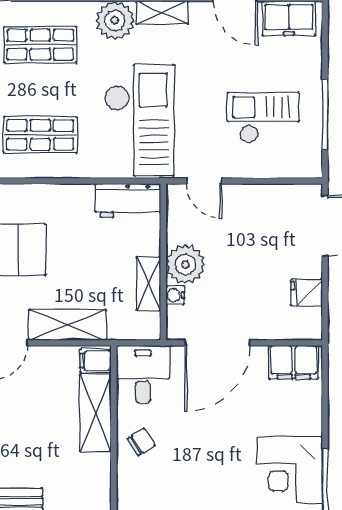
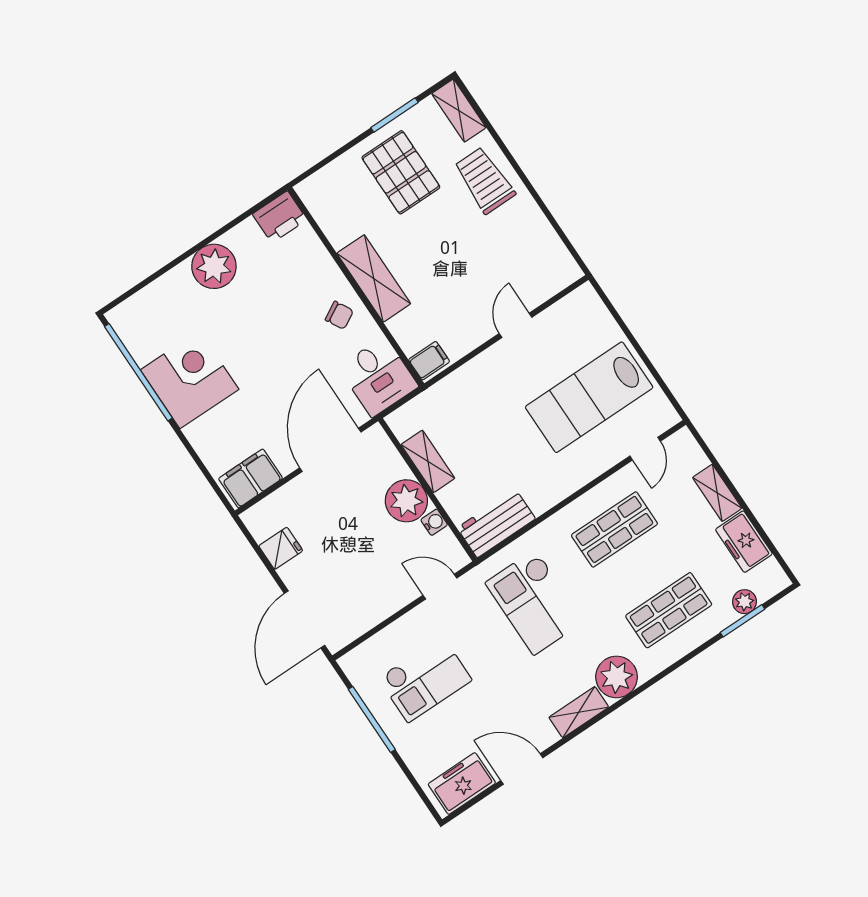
checkout: (139, 120) -> (535, 602), width x0.73, depth x0.83
water cooler: (175, 295) -> (434, 522), moved
shelving: (67, 325) -> (476, 376), removed
shelving: (96, 413) -> (374, 278), moved
chair: (141, 442) -> (339, 315), turned -86

